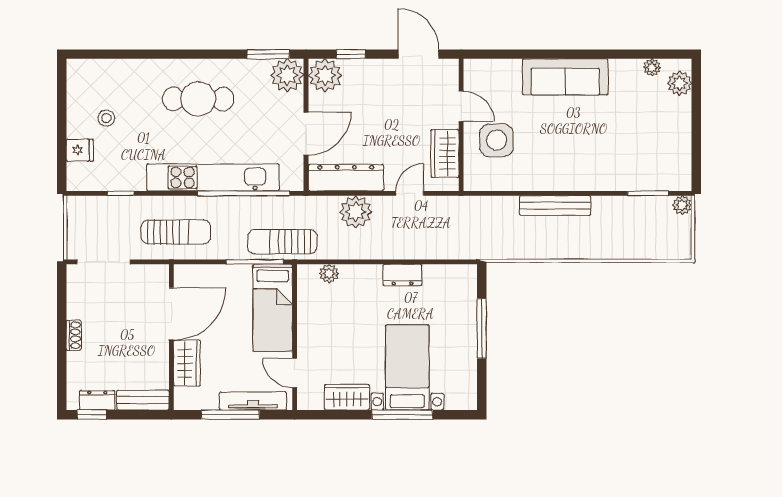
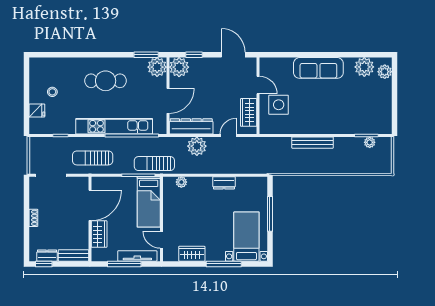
plant: (652, 67) -> (364, 67), width x1.88, depth x1.88
plant: (682, 205) -> (370, 142), moved
sun lounger: (176, 232) -> (93, 158), turned 180
bed with nightstands: (407, 368) -> (246, 237), moved

